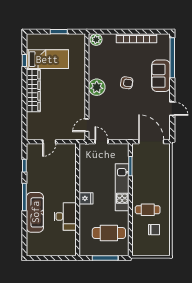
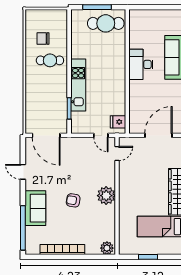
door: (49, 142) -> (158, 135), width x1.88
fridge: (86, 198) -> (118, 122), moved
desk: (65, 216) -> (141, 64), moved
cafe table: (109, 233) -> (106, 23), moved

